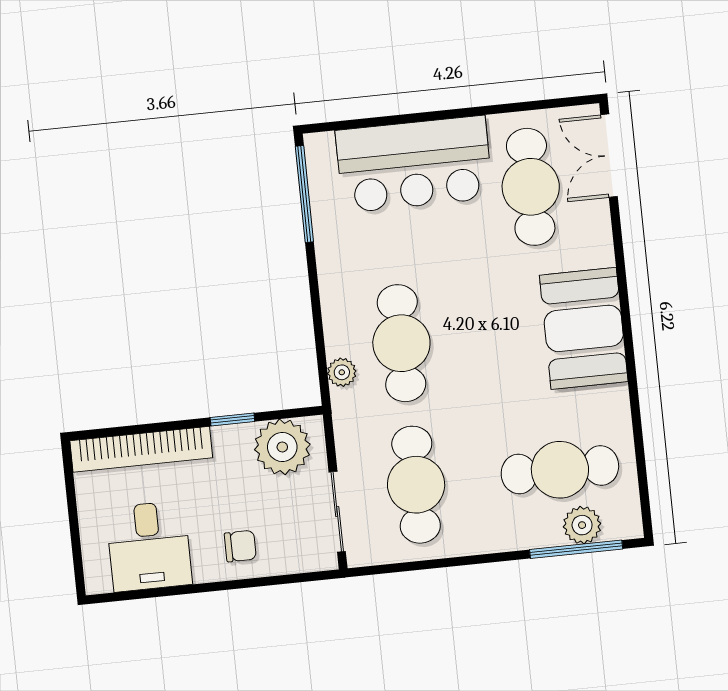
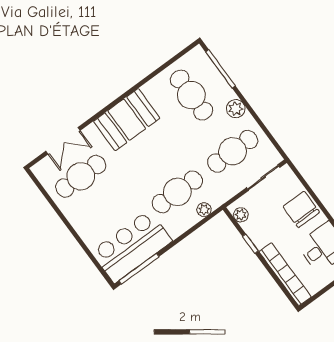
double door: (609, 156) -> (63, 141), moved
bar counter: (414, 164) -> (132, 246), moved, turned -90
plant: (282, 447) -> (241, 215), width x0.53, depth x0.53
plant: (582, 525) -> (236, 109), moved
chair: (240, 546) -> (301, 209), width x1.87, depth x1.87

